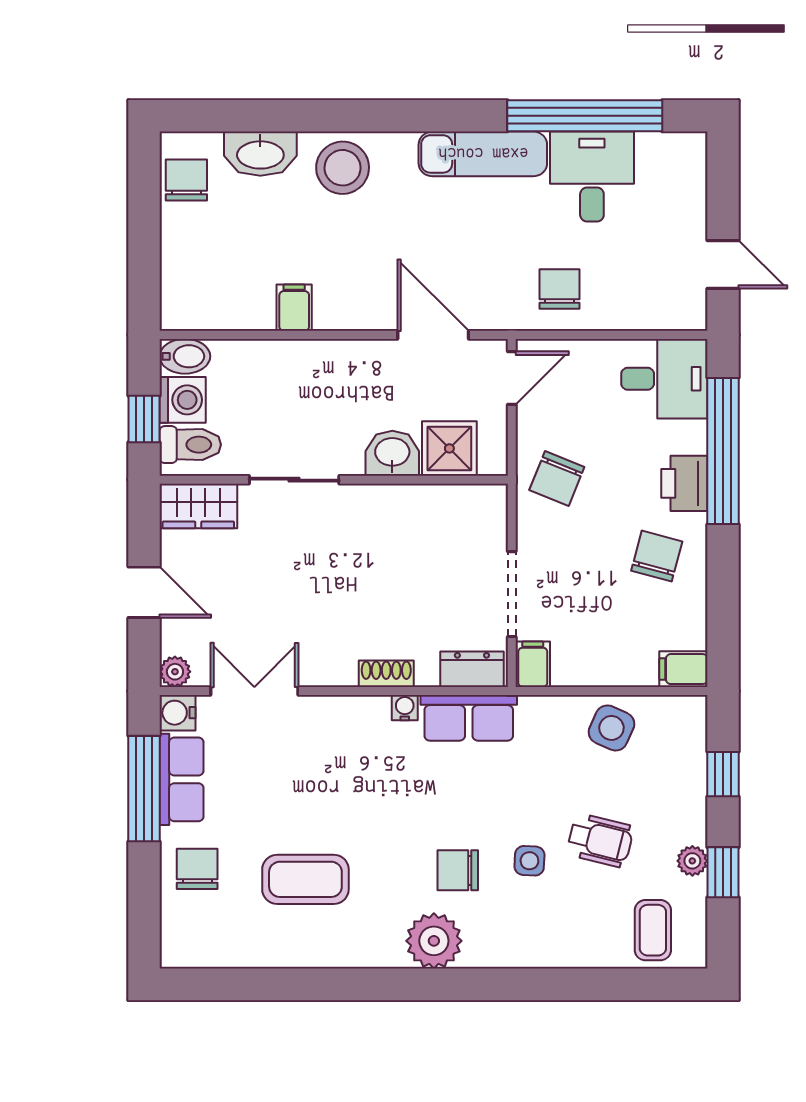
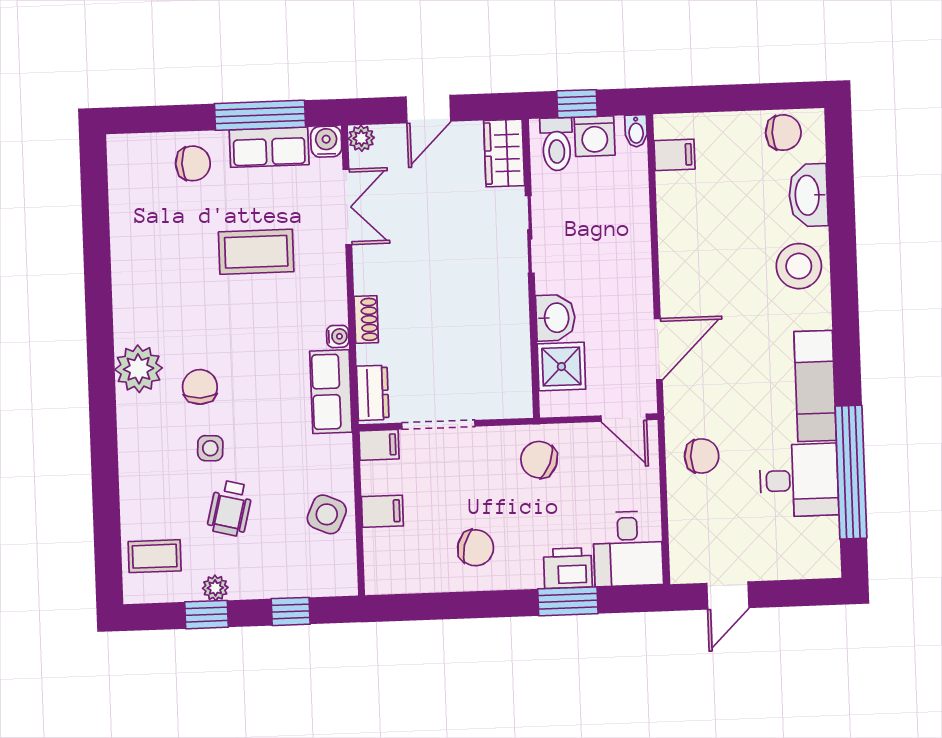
filing cabinet: (294, 308) -> (675, 155), moved
bidet: (185, 356) -> (636, 131), width x0.72, depth x0.74
window: (723, 451) -> (568, 601), width x0.47
printer: (684, 483) -> (568, 568), moved
filing cabinet: (683, 669) -> (382, 511), moved, turned 90
coffee table: (305, 879) -> (256, 252), moved, turned 90

